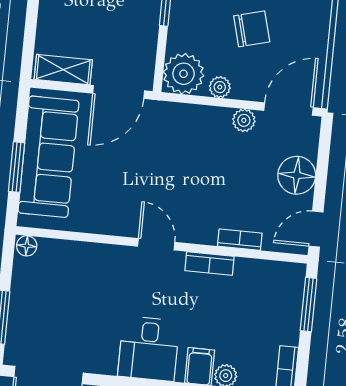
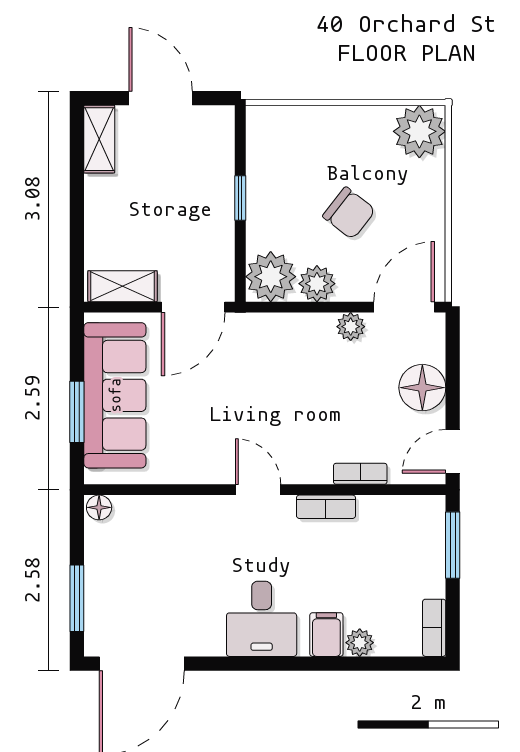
chair: (252, 29) -> (349, 213), turned 53
plant: (220, 87) -> (317, 284), width x1.38, depth x1.38

